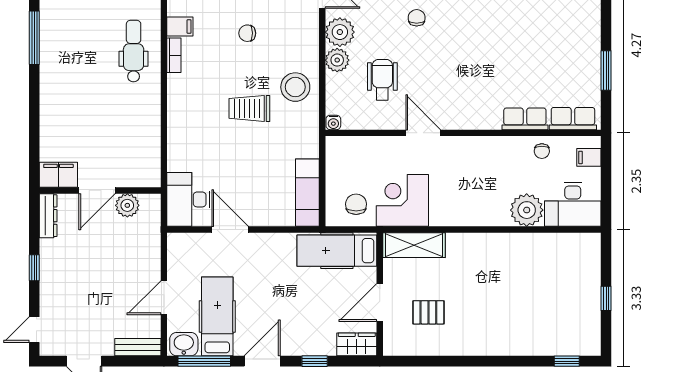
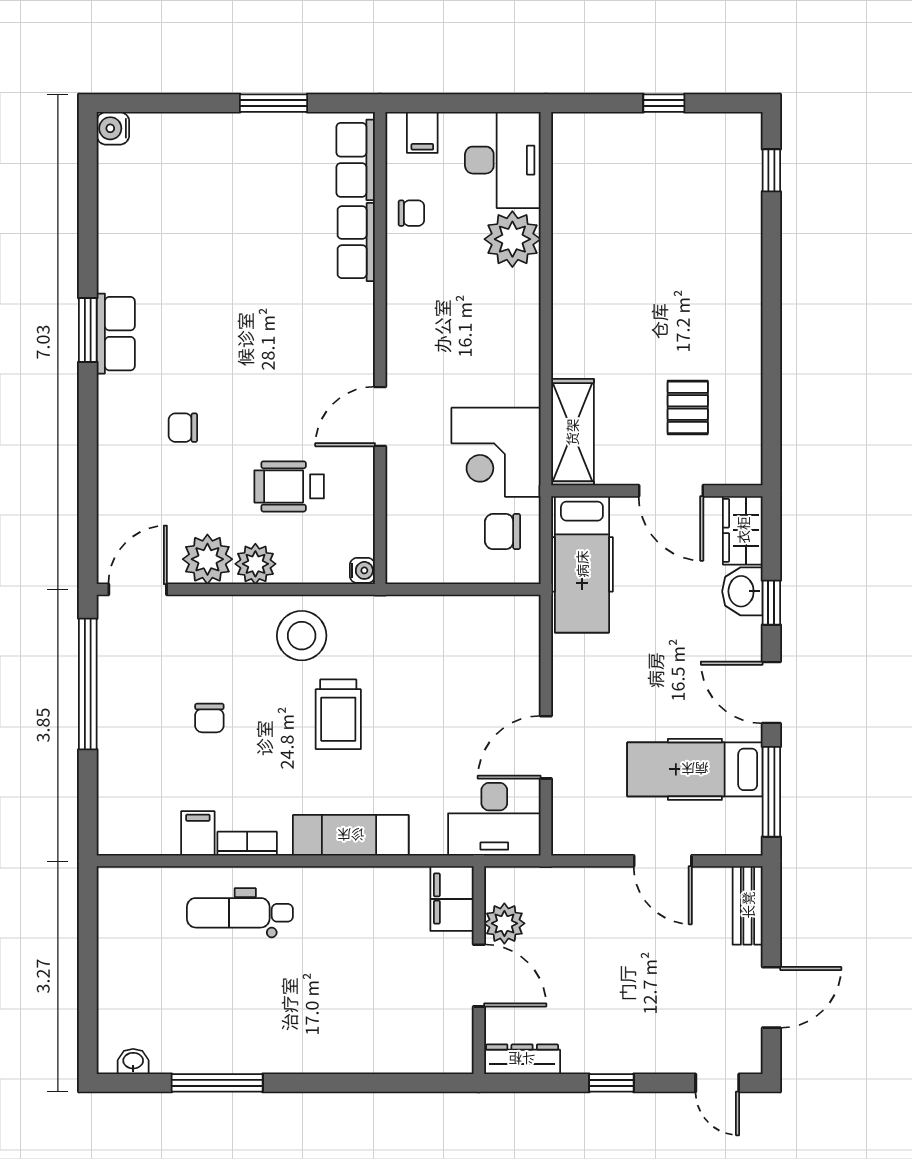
filing cabinet: (58, 175) -> (452, 899), moved
exam couch: (307, 193) -> (351, 835), moved, turned 180
washbasin: (184, 344) -> (742, 591), moved

